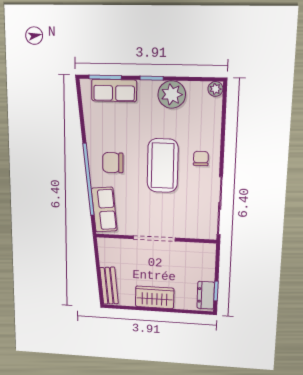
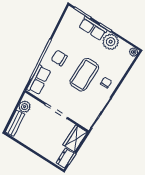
row of seats: (114, 90) -> (93, 28), moved
plant: (108, 257) -> (25, 107), added
wardrobe: (155, 297) -> (75, 139), moved, turned -90

